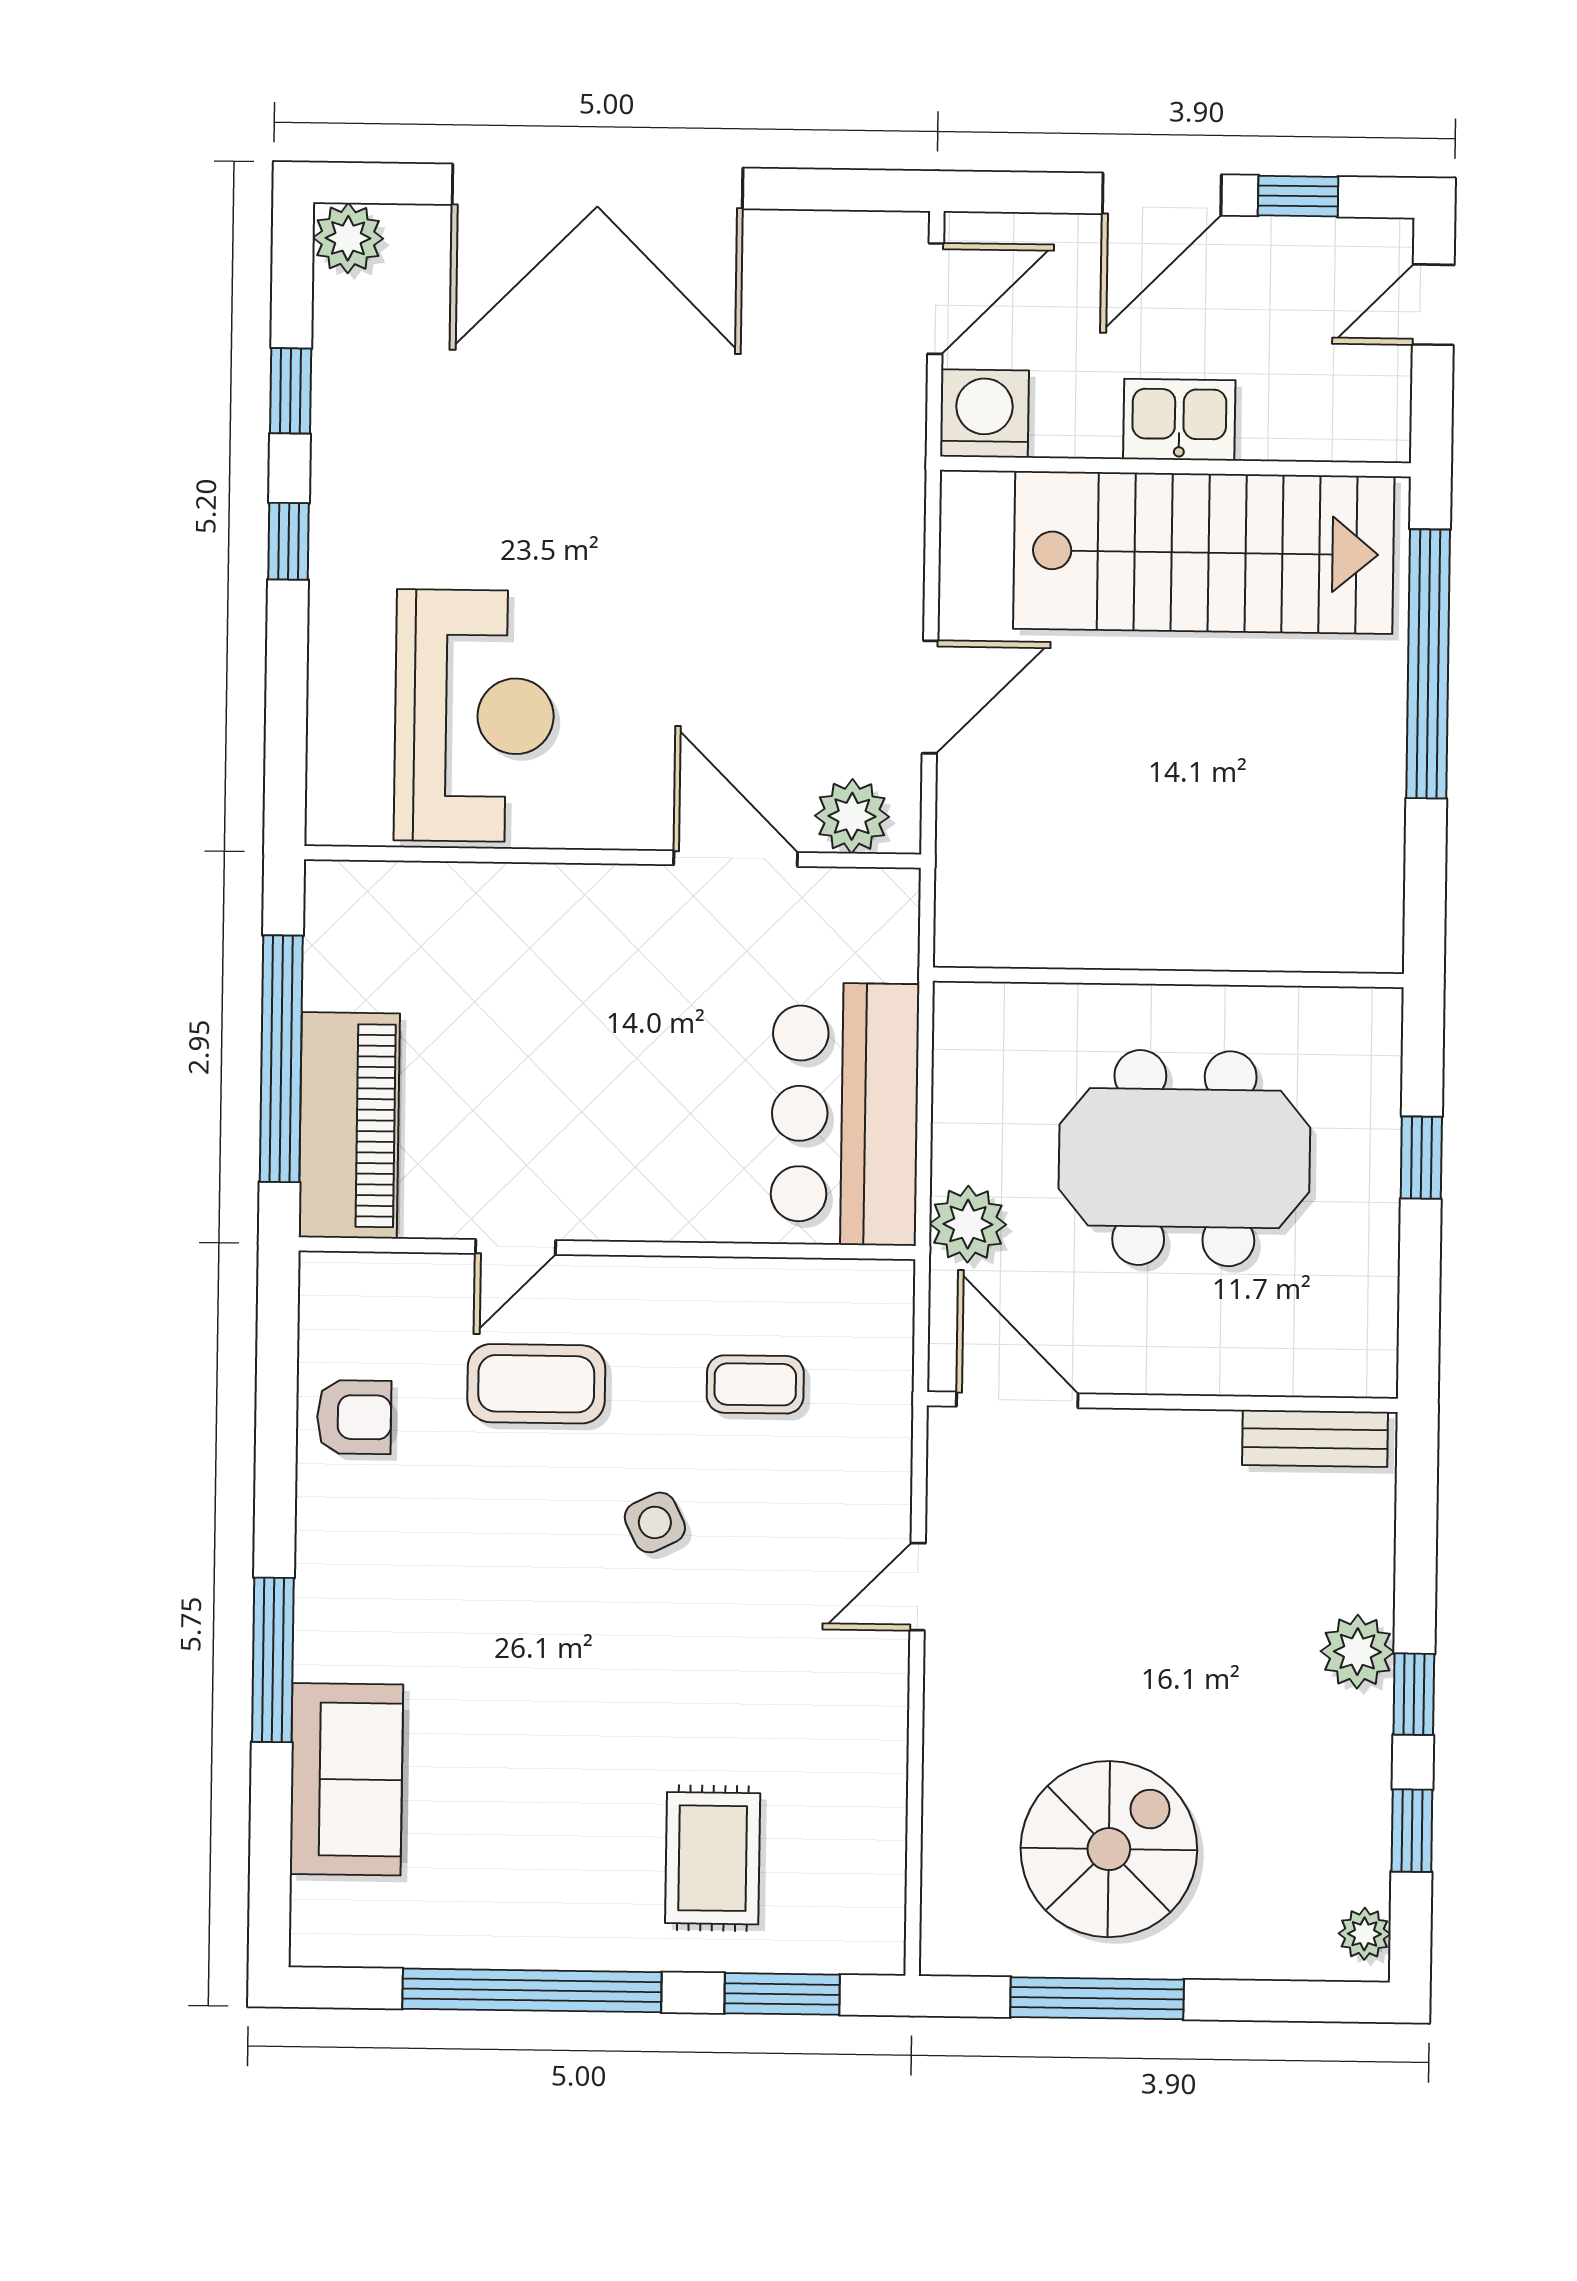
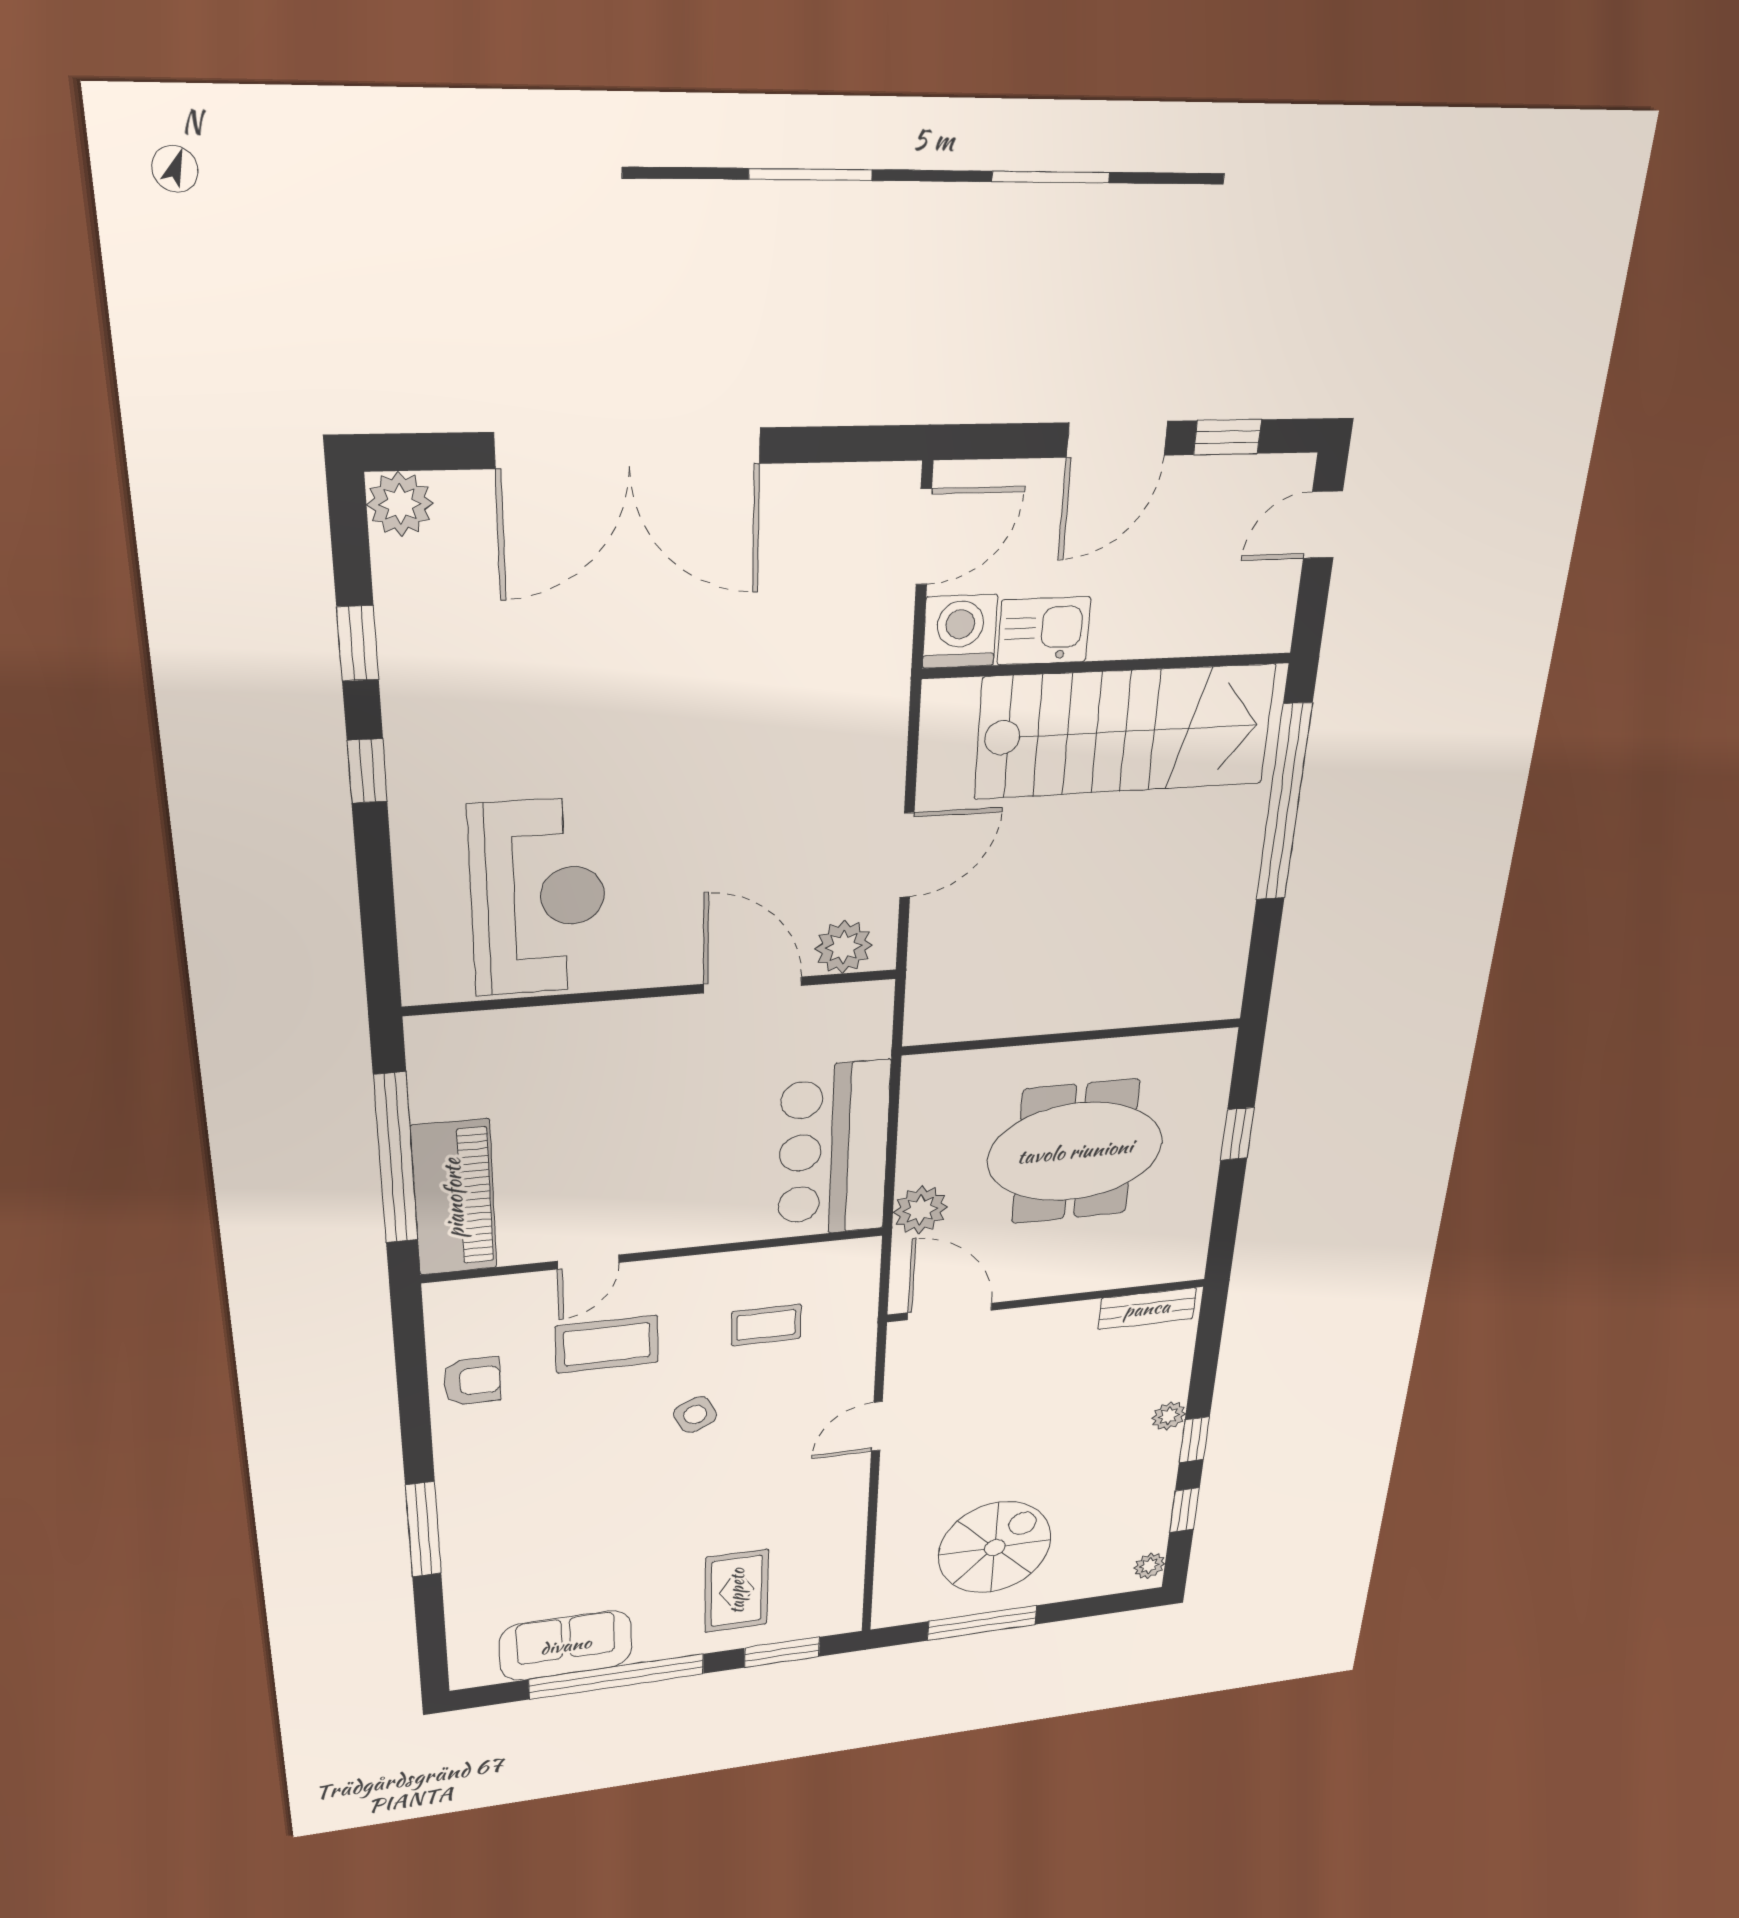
kitchen sink: (1179, 420) -> (1044, 631), moved
plant: (1357, 1652) -> (1169, 1416), width x0.73, depth x0.73
sofa: (346, 1779) -> (566, 1646), moved, turned -90

